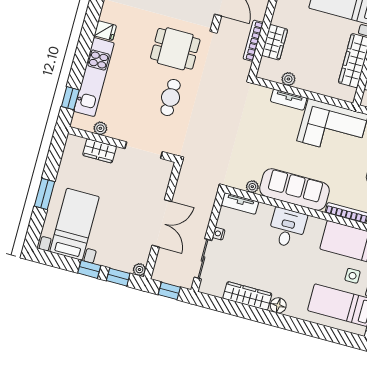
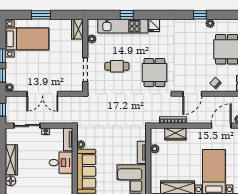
cafe table: (171, 97) -> (117, 66), moved
window: (70, 98) -> (127, 15), moved
wardrobe: (99, 151) -> (77, 29), moved
desk: (287, 228) -> (61, 163), moved

